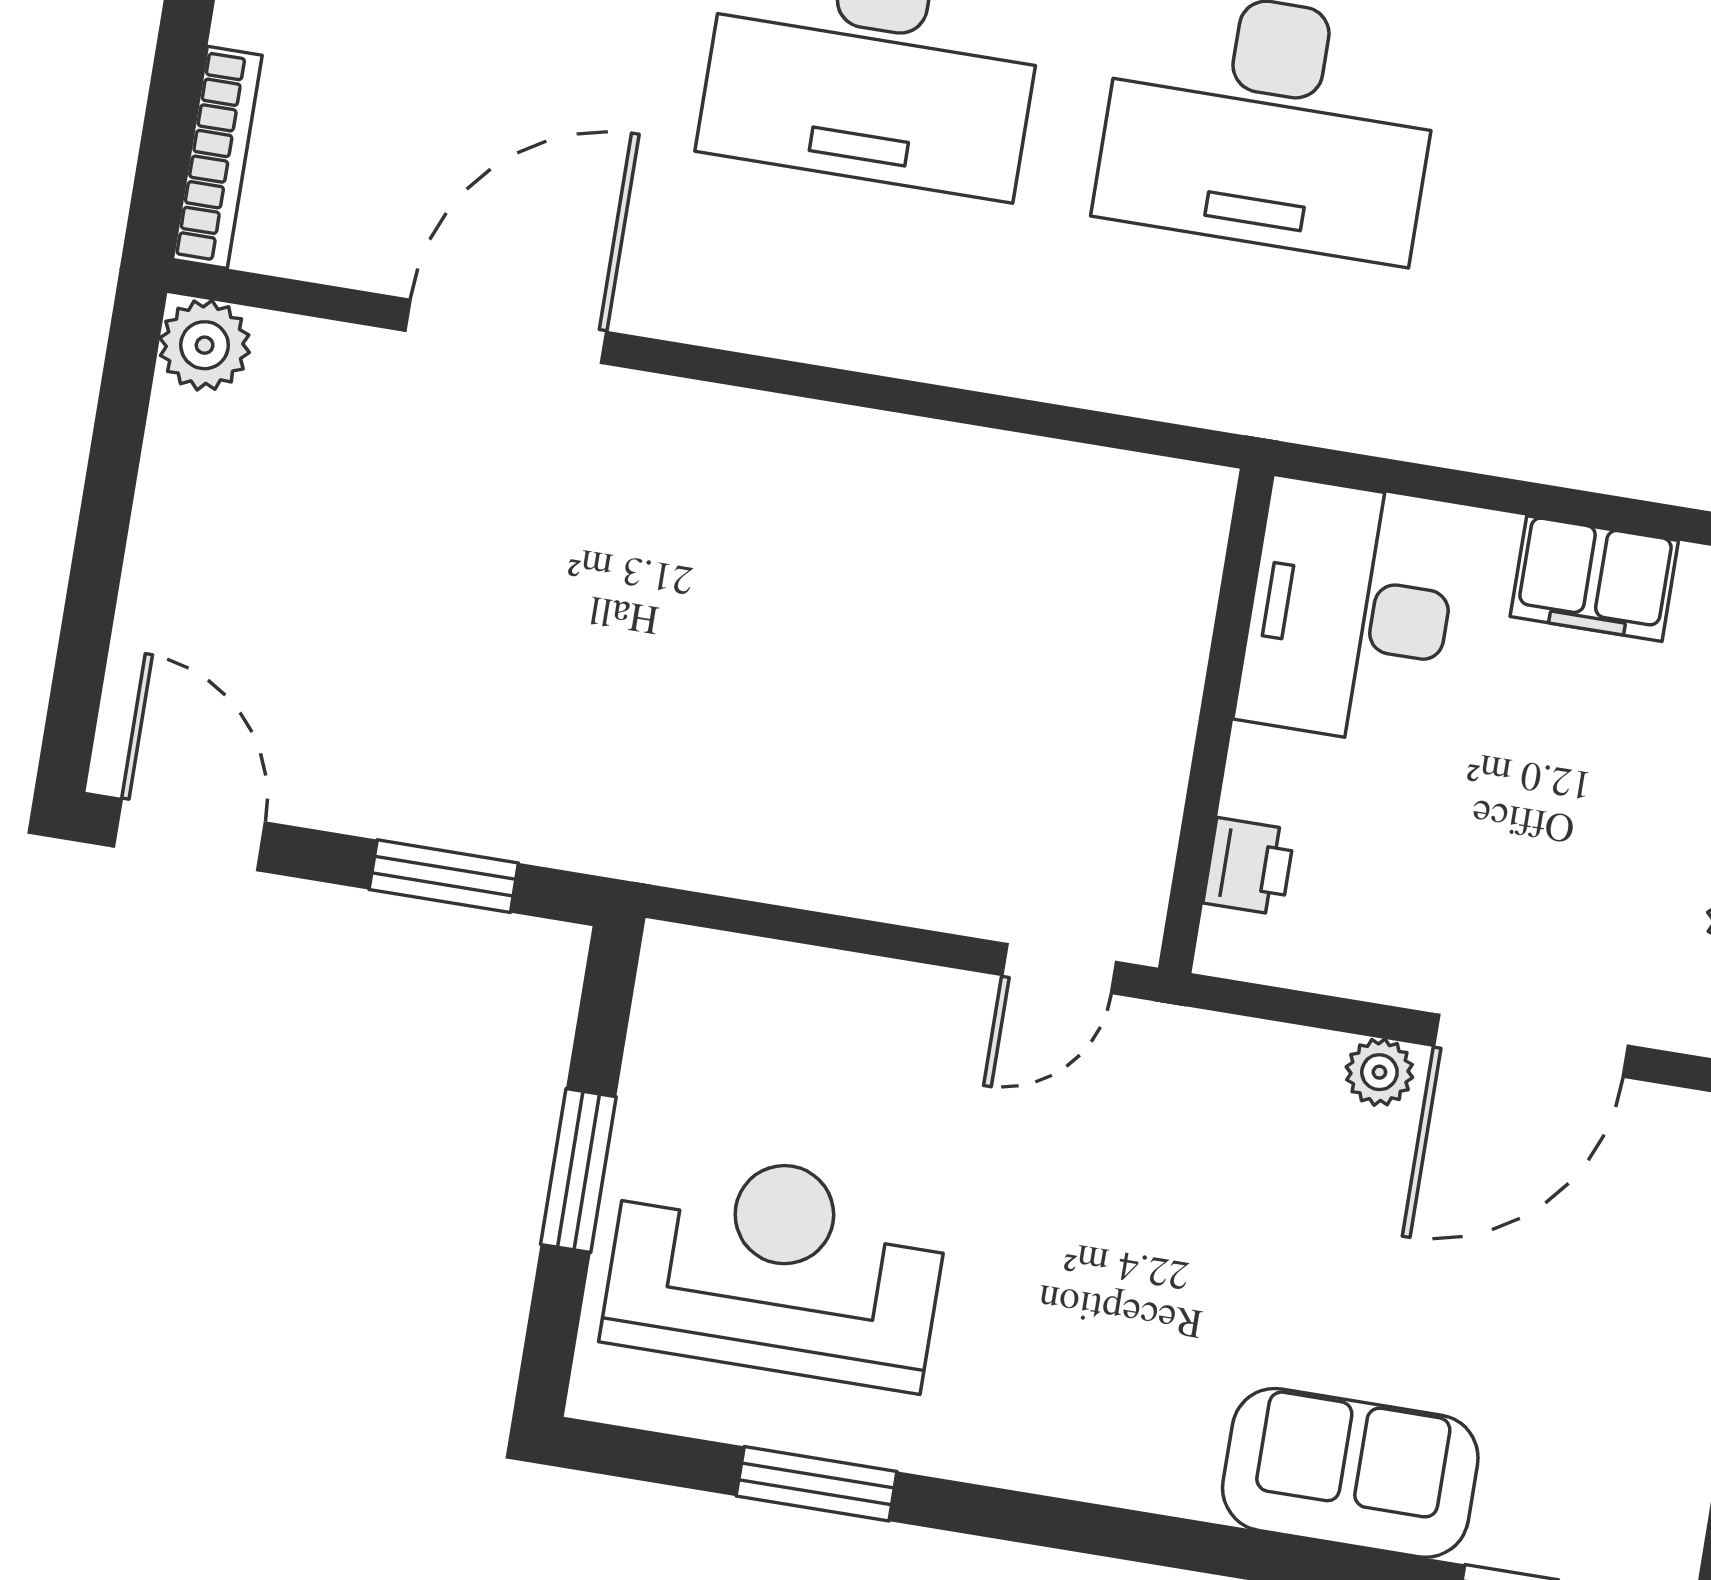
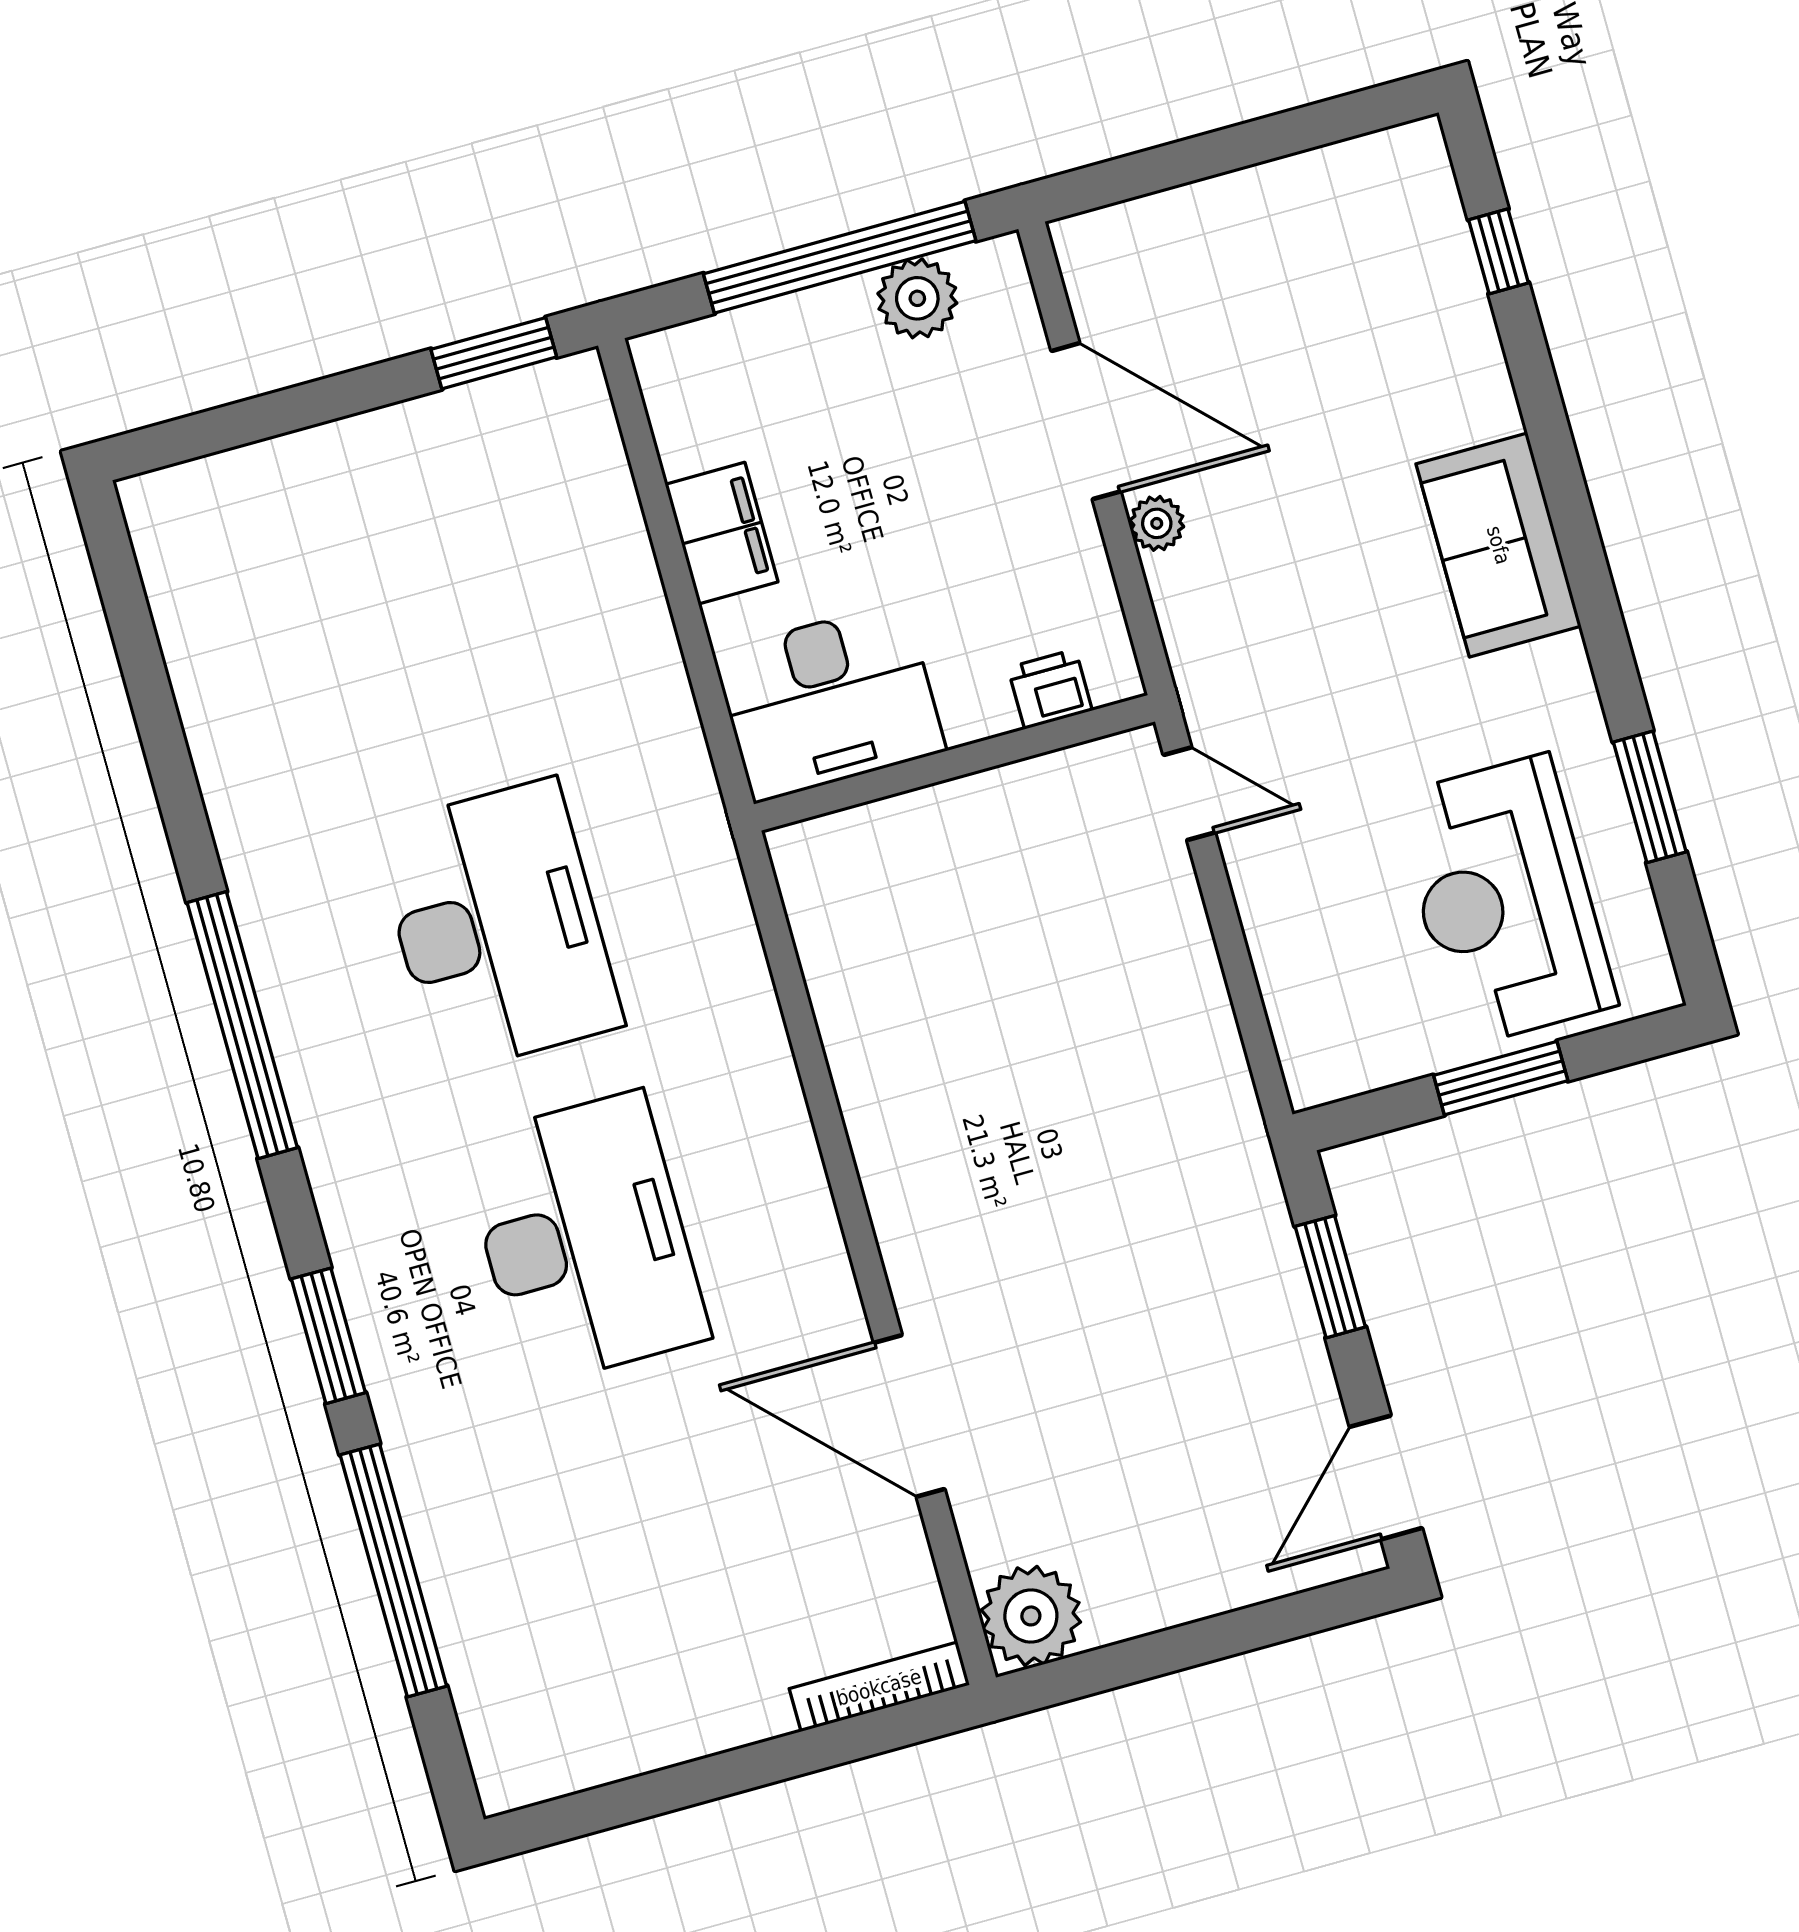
plant: (205, 345) -> (1031, 1616), width x1.36, depth x1.36
sofa: (1350, 1473) -> (1499, 545), moved

